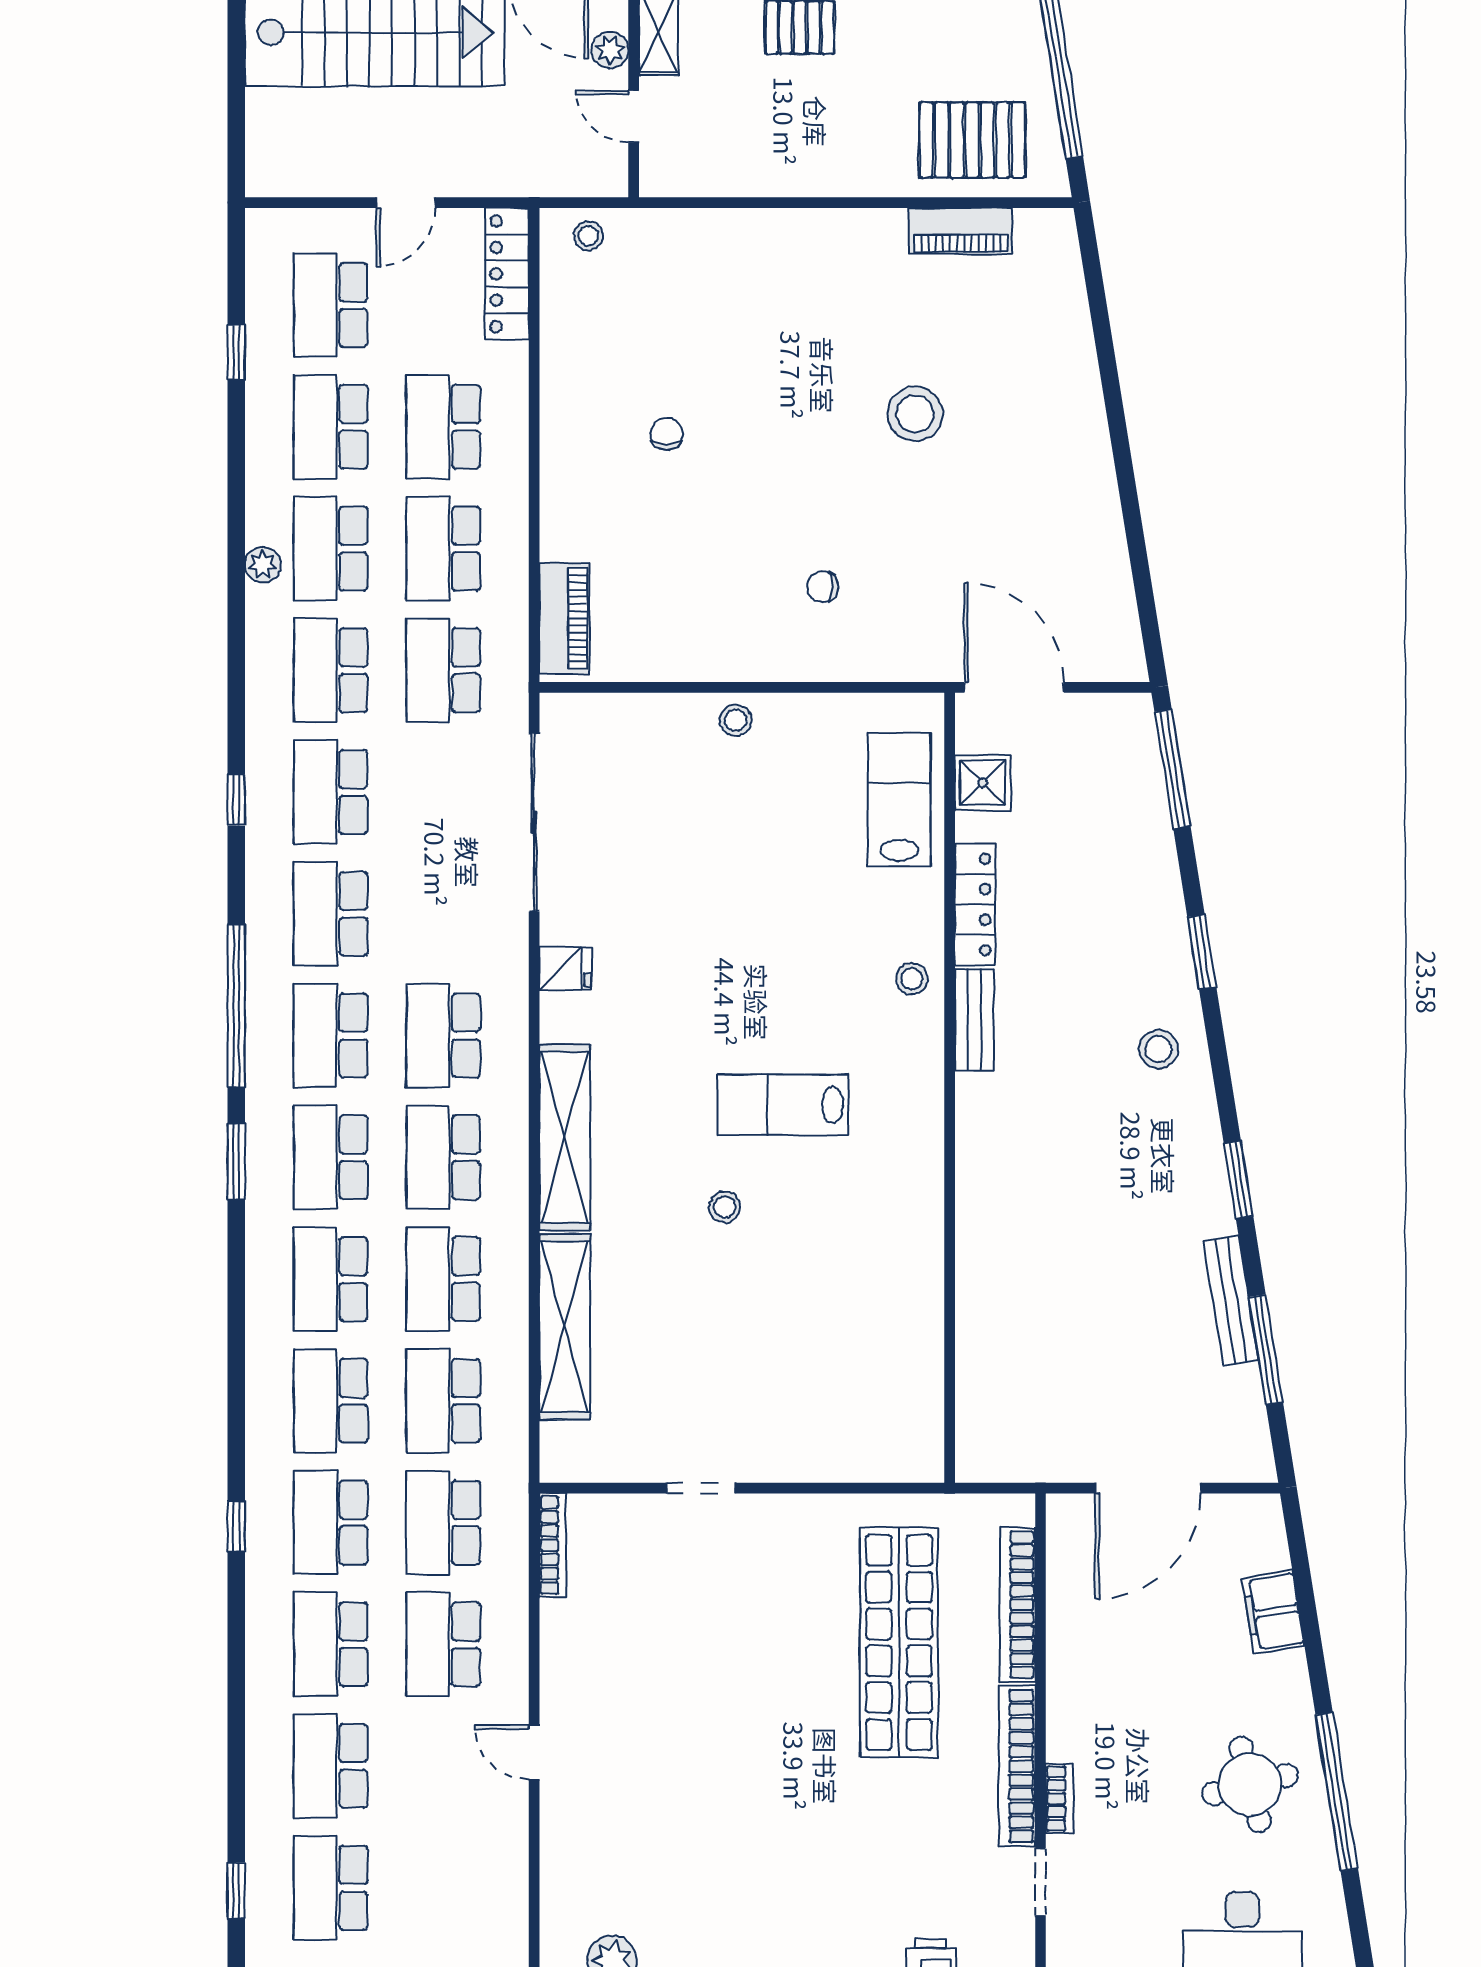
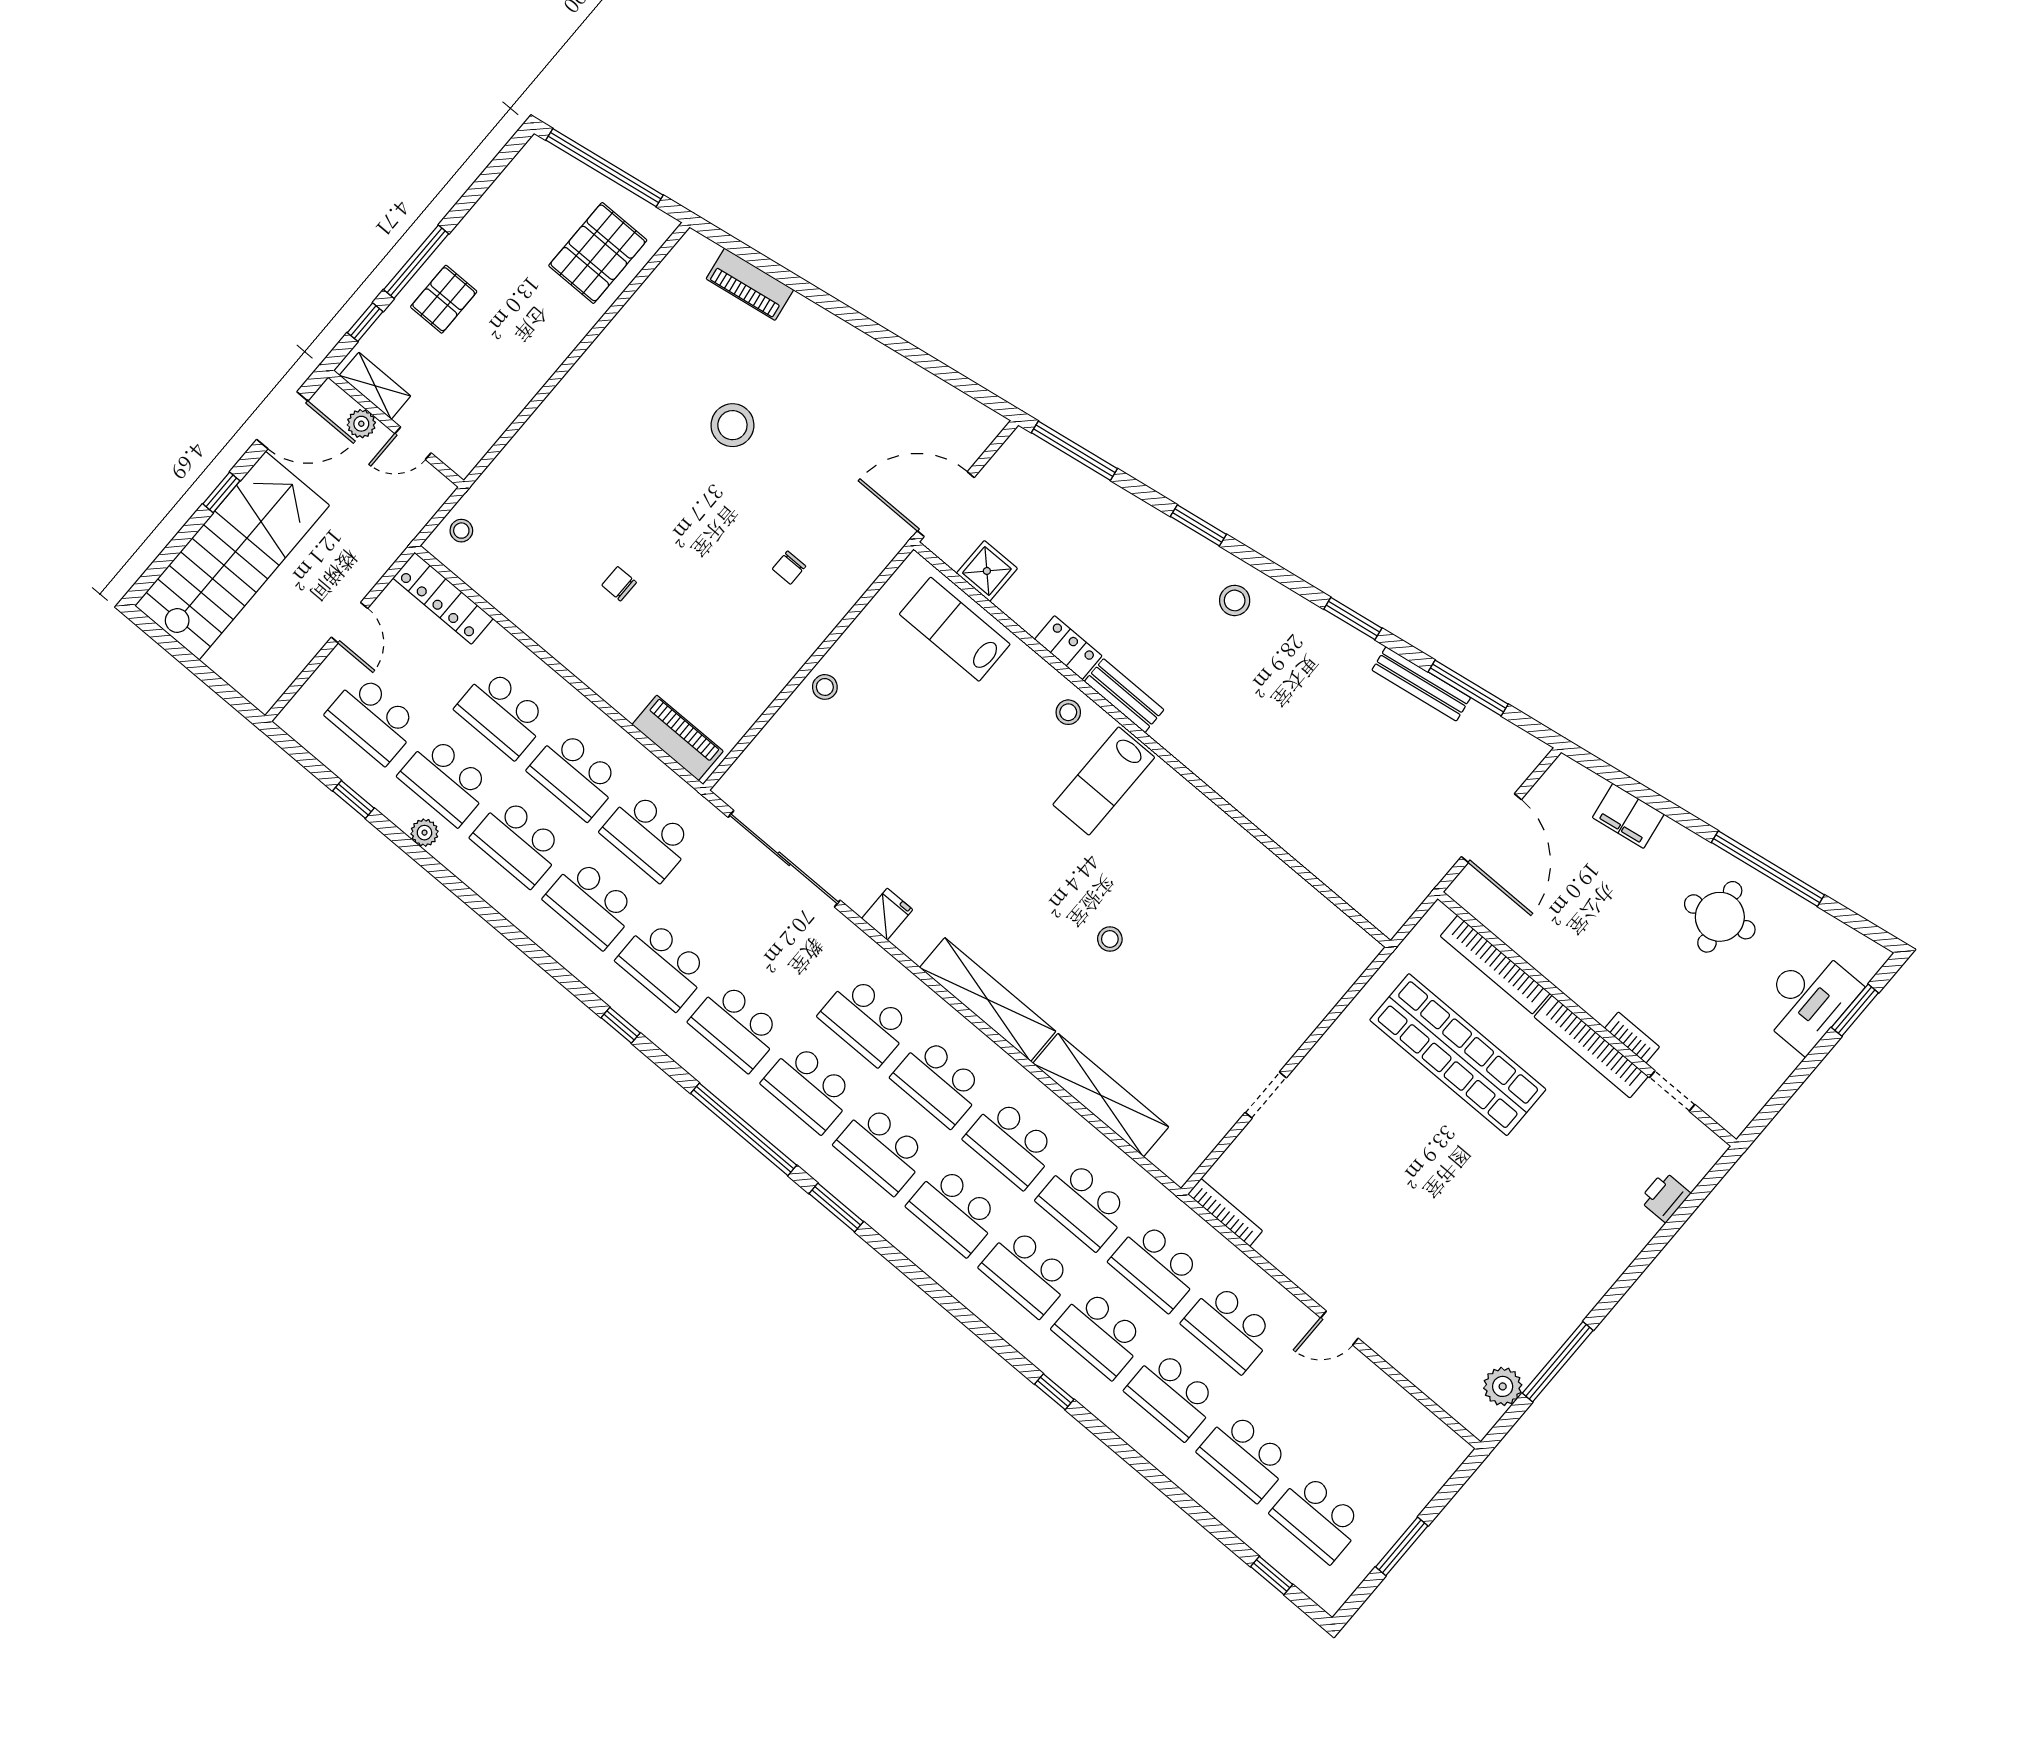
piano: (961, 231) -> (750, 284), moved, turned 81
plant: (263, 565) -> (424, 833), moved
locker: (975, 904) -> (1068, 648), width x0.66
lab bench: (783, 1105) -> (1104, 781), moved

